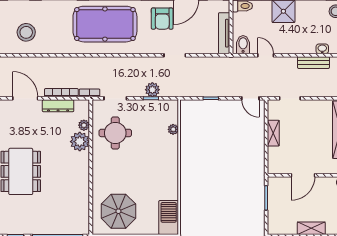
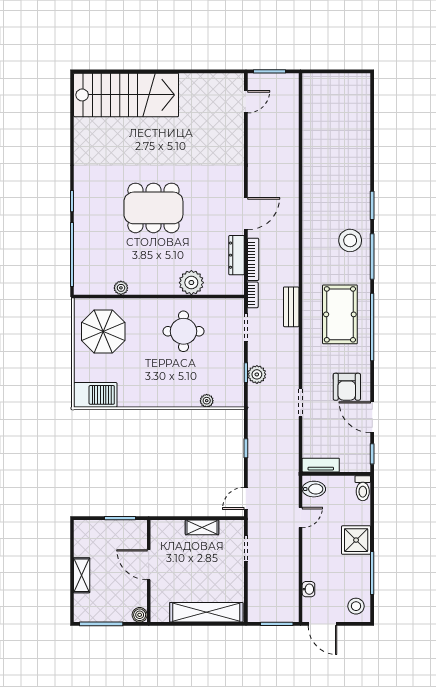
armchair: (162, 19) -> (347, 387), turned -90
pool table: (105, 24) -> (340, 314), width x0.73, depth x0.76
stool: (26, 32) -> (350, 240), moved
tv unit: (224, 33) -> (321, 465), width x0.71
bench: (313, 63) -> (291, 307), moved
plant: (84, 125) -> (121, 288), moved
round table: (115, 133) -> (183, 331), moved

